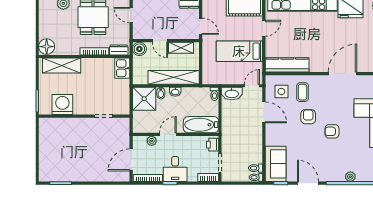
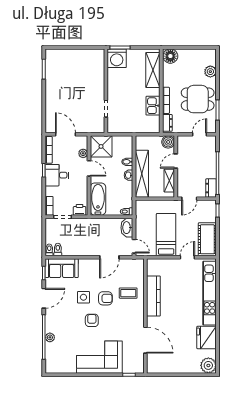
door: (264, 28) -> (187, 257), swing flipped
kitchen counter: (287, 65) -> (153, 296), moved
kitchen sink: (122, 68) -> (153, 106), moved, turned -90
door: (342, 74) -> (145, 340), moved
side table: (281, 92) -> (83, 297), moved
shower: (144, 99) -> (101, 146), moved
washing machine: (62, 105) -> (117, 58), moved, turned 90

